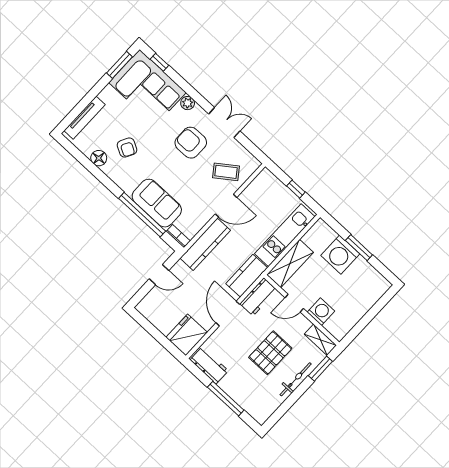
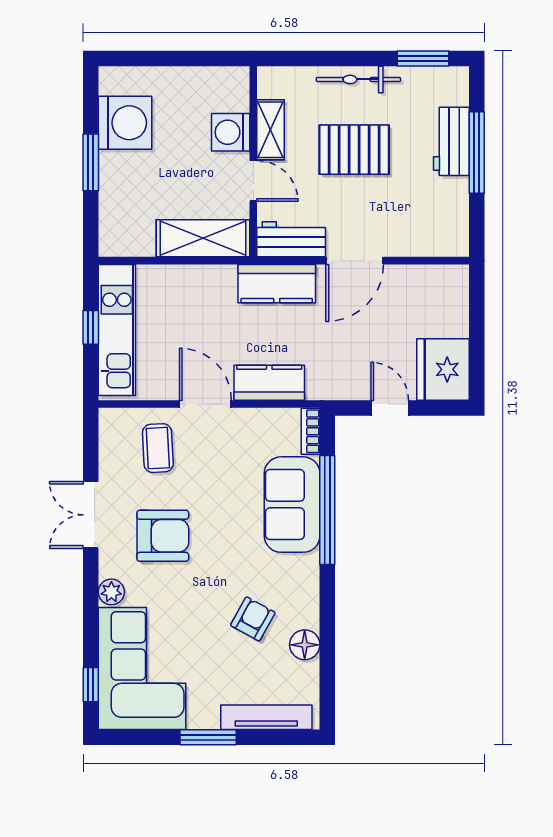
window: (120, 65) -> (208, 737), moved
armchair: (191, 143) -> (163, 536), turned -90
coffee table: (226, 172) -> (158, 448), turned 33
kitchen unit: (285, 235) -> (117, 330), moved, turned -90
kitchen counter: (205, 244) -> (269, 383), width x0.67
washing machine: (340, 255) -> (125, 123), moved
fridge: (187, 335) -> (443, 369), moved, turned 90
shelving: (320, 340) -> (270, 130), moved
workbench: (209, 365) -> (451, 141), moved
window: (320, 369) -> (423, 58), moved

